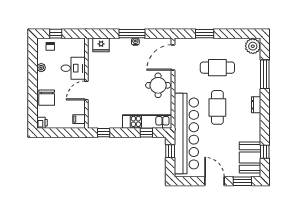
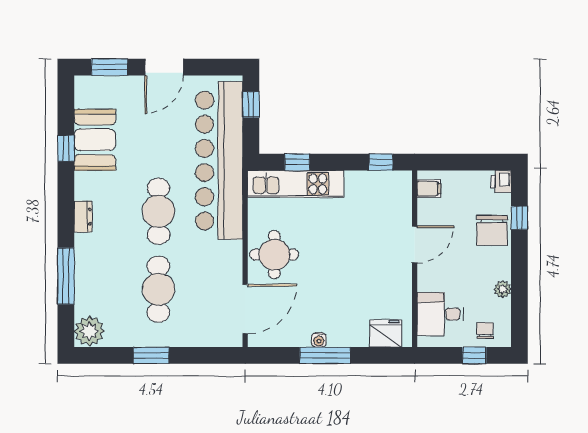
window: (205, 34) -> (151, 355), moved
desk: (73, 68) -> (440, 314), moved
cafe table: (217, 68) -> (158, 289), turned 90
chair: (47, 98) -> (492, 230), turned 180
window: (33, 104) -> (519, 218), added
window: (170, 151) -> (251, 105), moved
window: (265, 152) -> (66, 148), moved
booth: (250, 157) -> (95, 140), moved
door: (214, 181) -> (164, 67), hinge flipped

